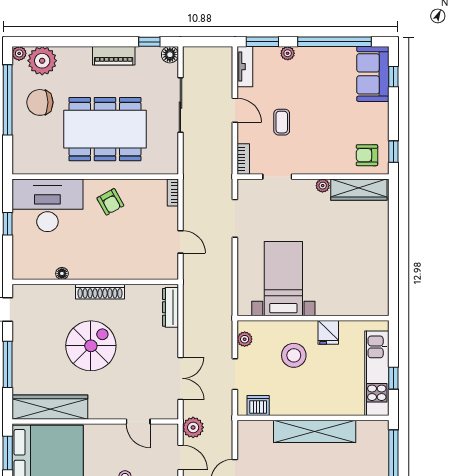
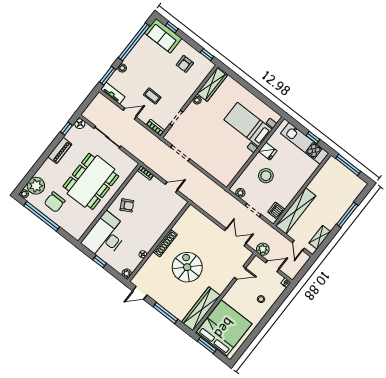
armchair: (367, 155) -> (185, 64), moved
plant: (20, 272) -> (127, 273), added
bed with nightstands: (283, 279) -> (248, 125), moved
dresser: (170, 307) -> (198, 216), removed
shelving: (315, 431) -> (296, 211), moved

